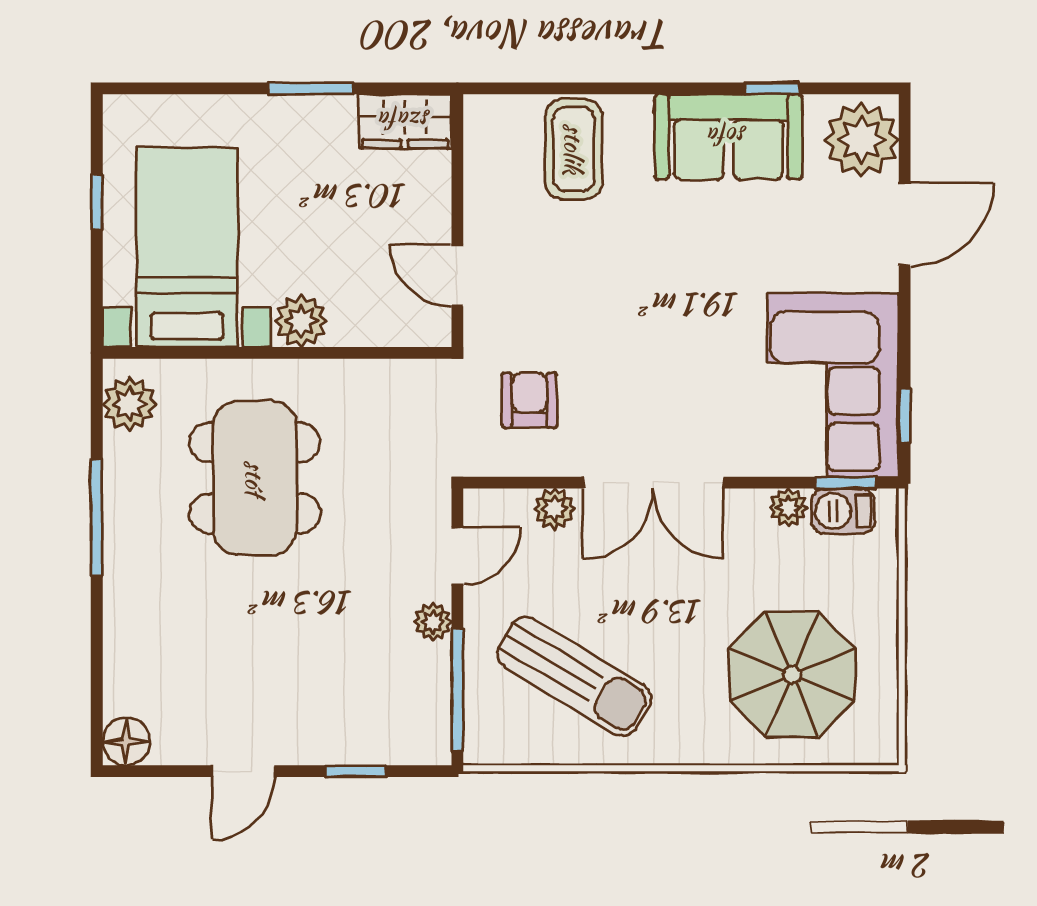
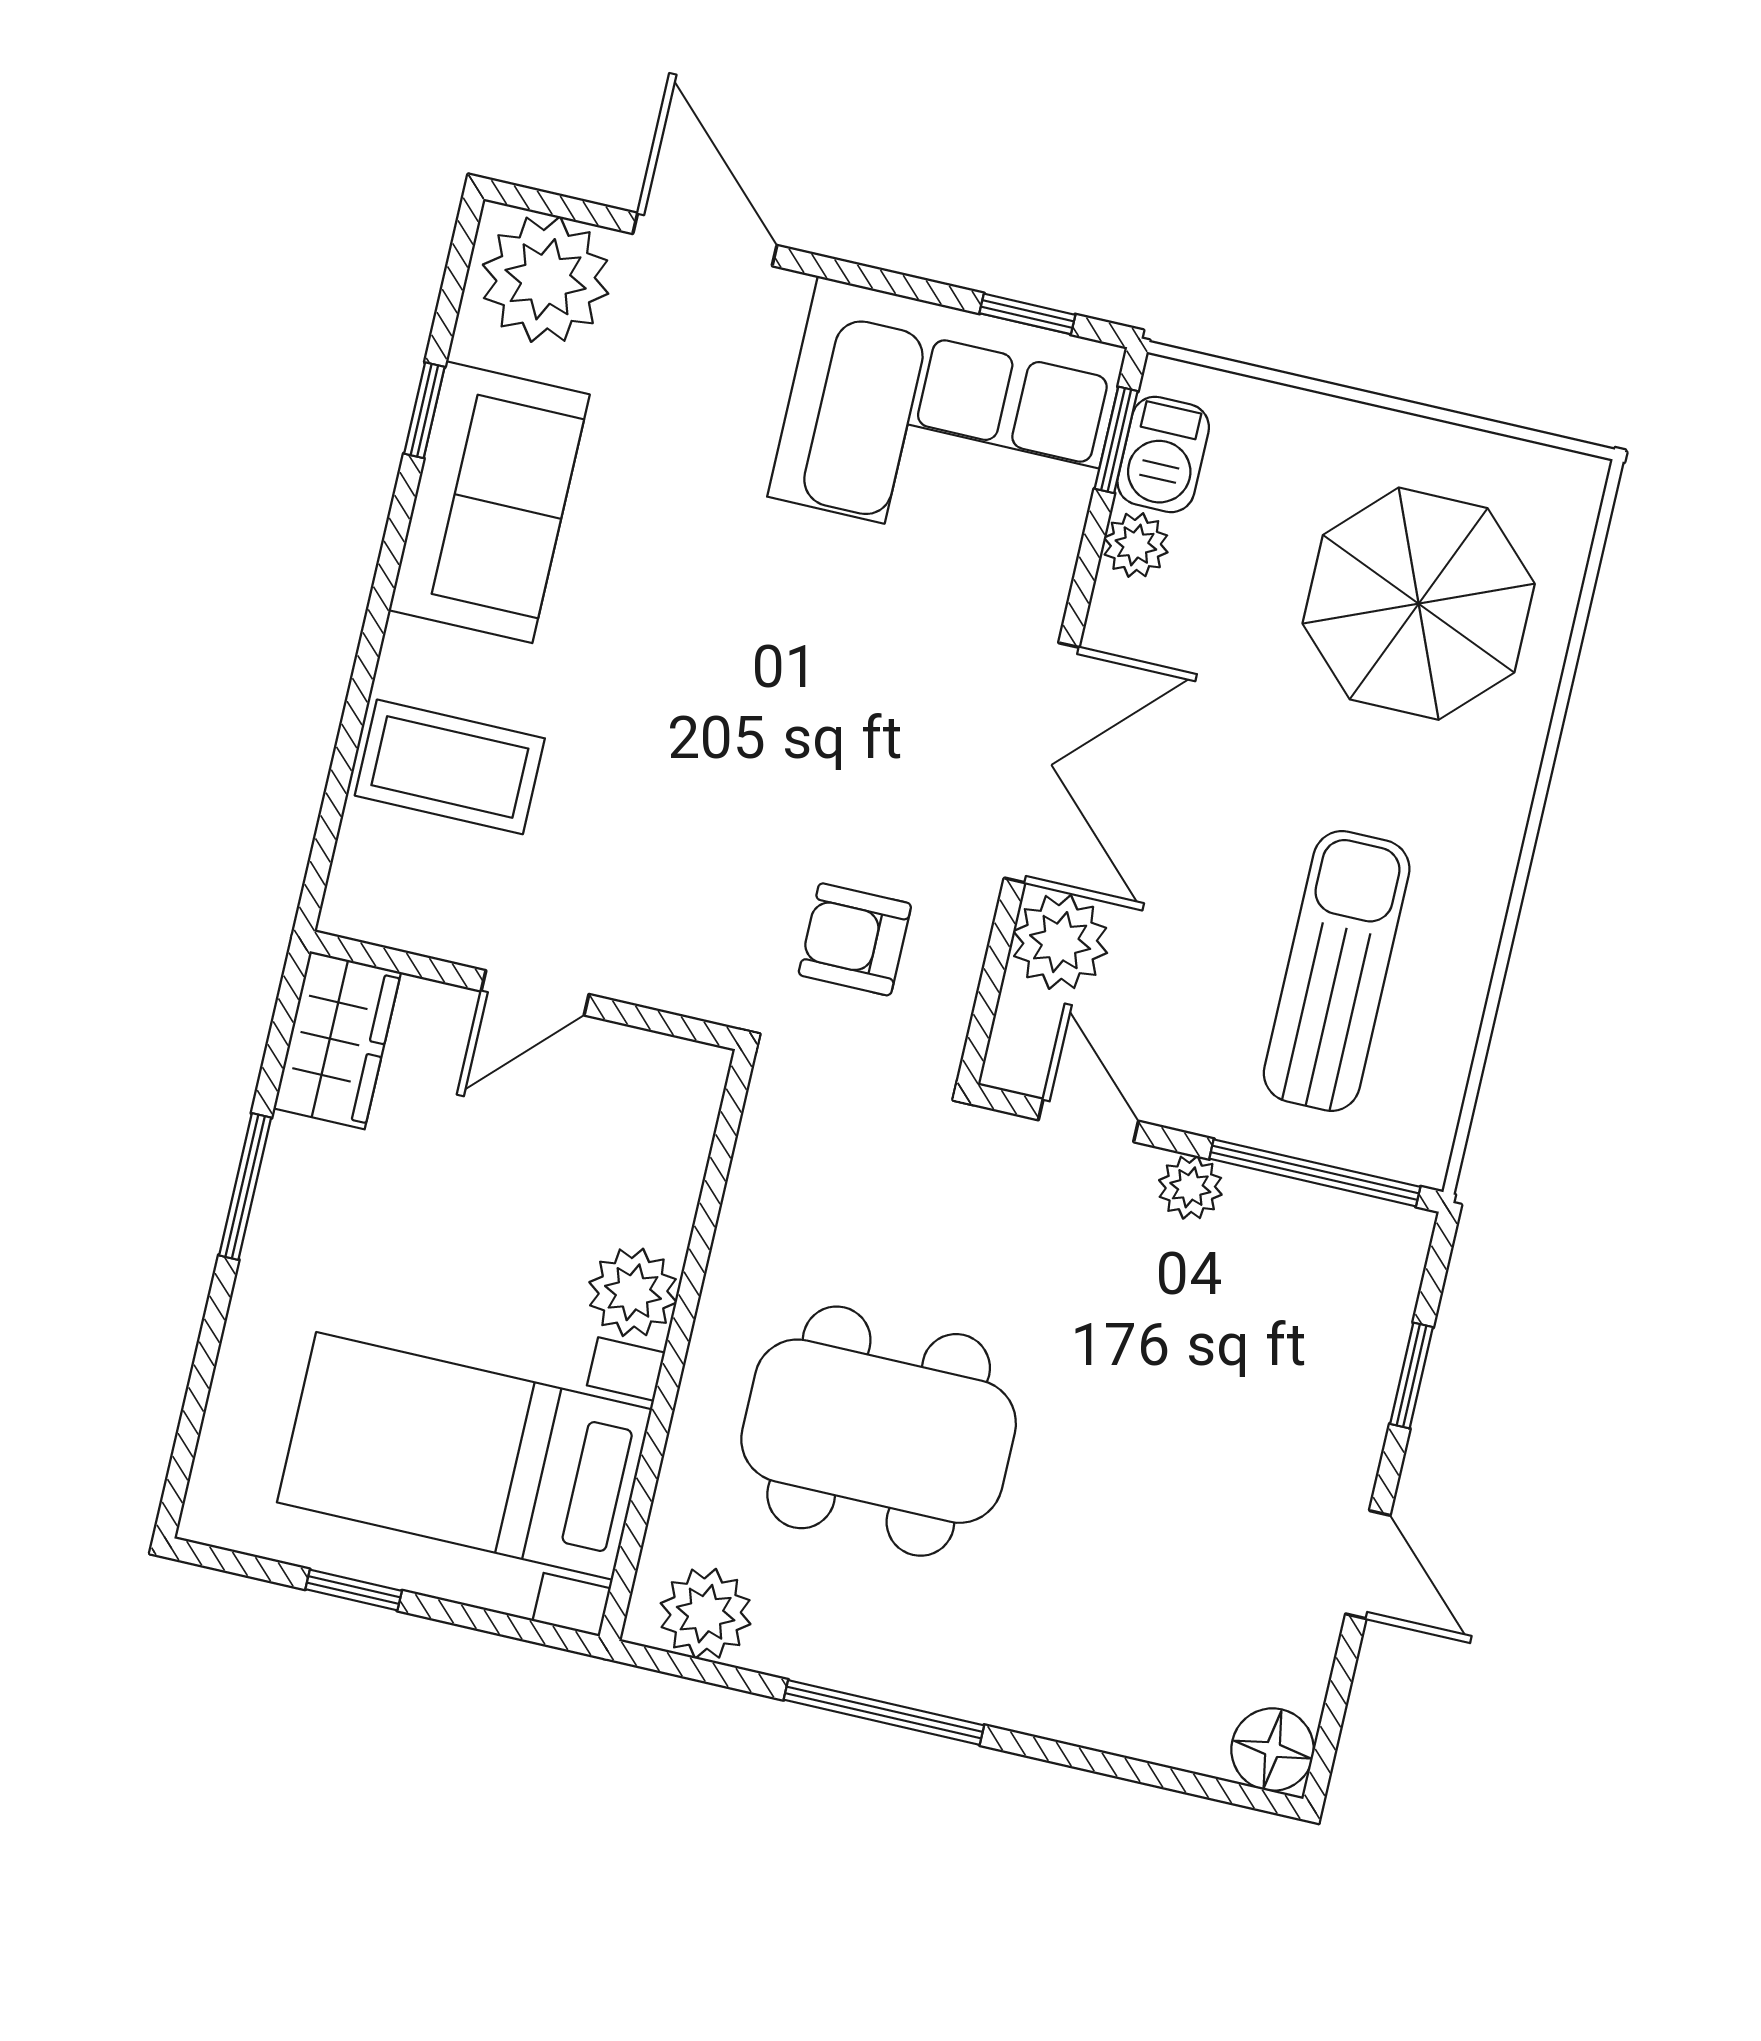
door: (457, 275) -> (535, 993), moved
plant: (554, 509) -> (1060, 942), width x1.38, depth x1.38
sun lounger: (574, 676) -> (1337, 971), turned -31

